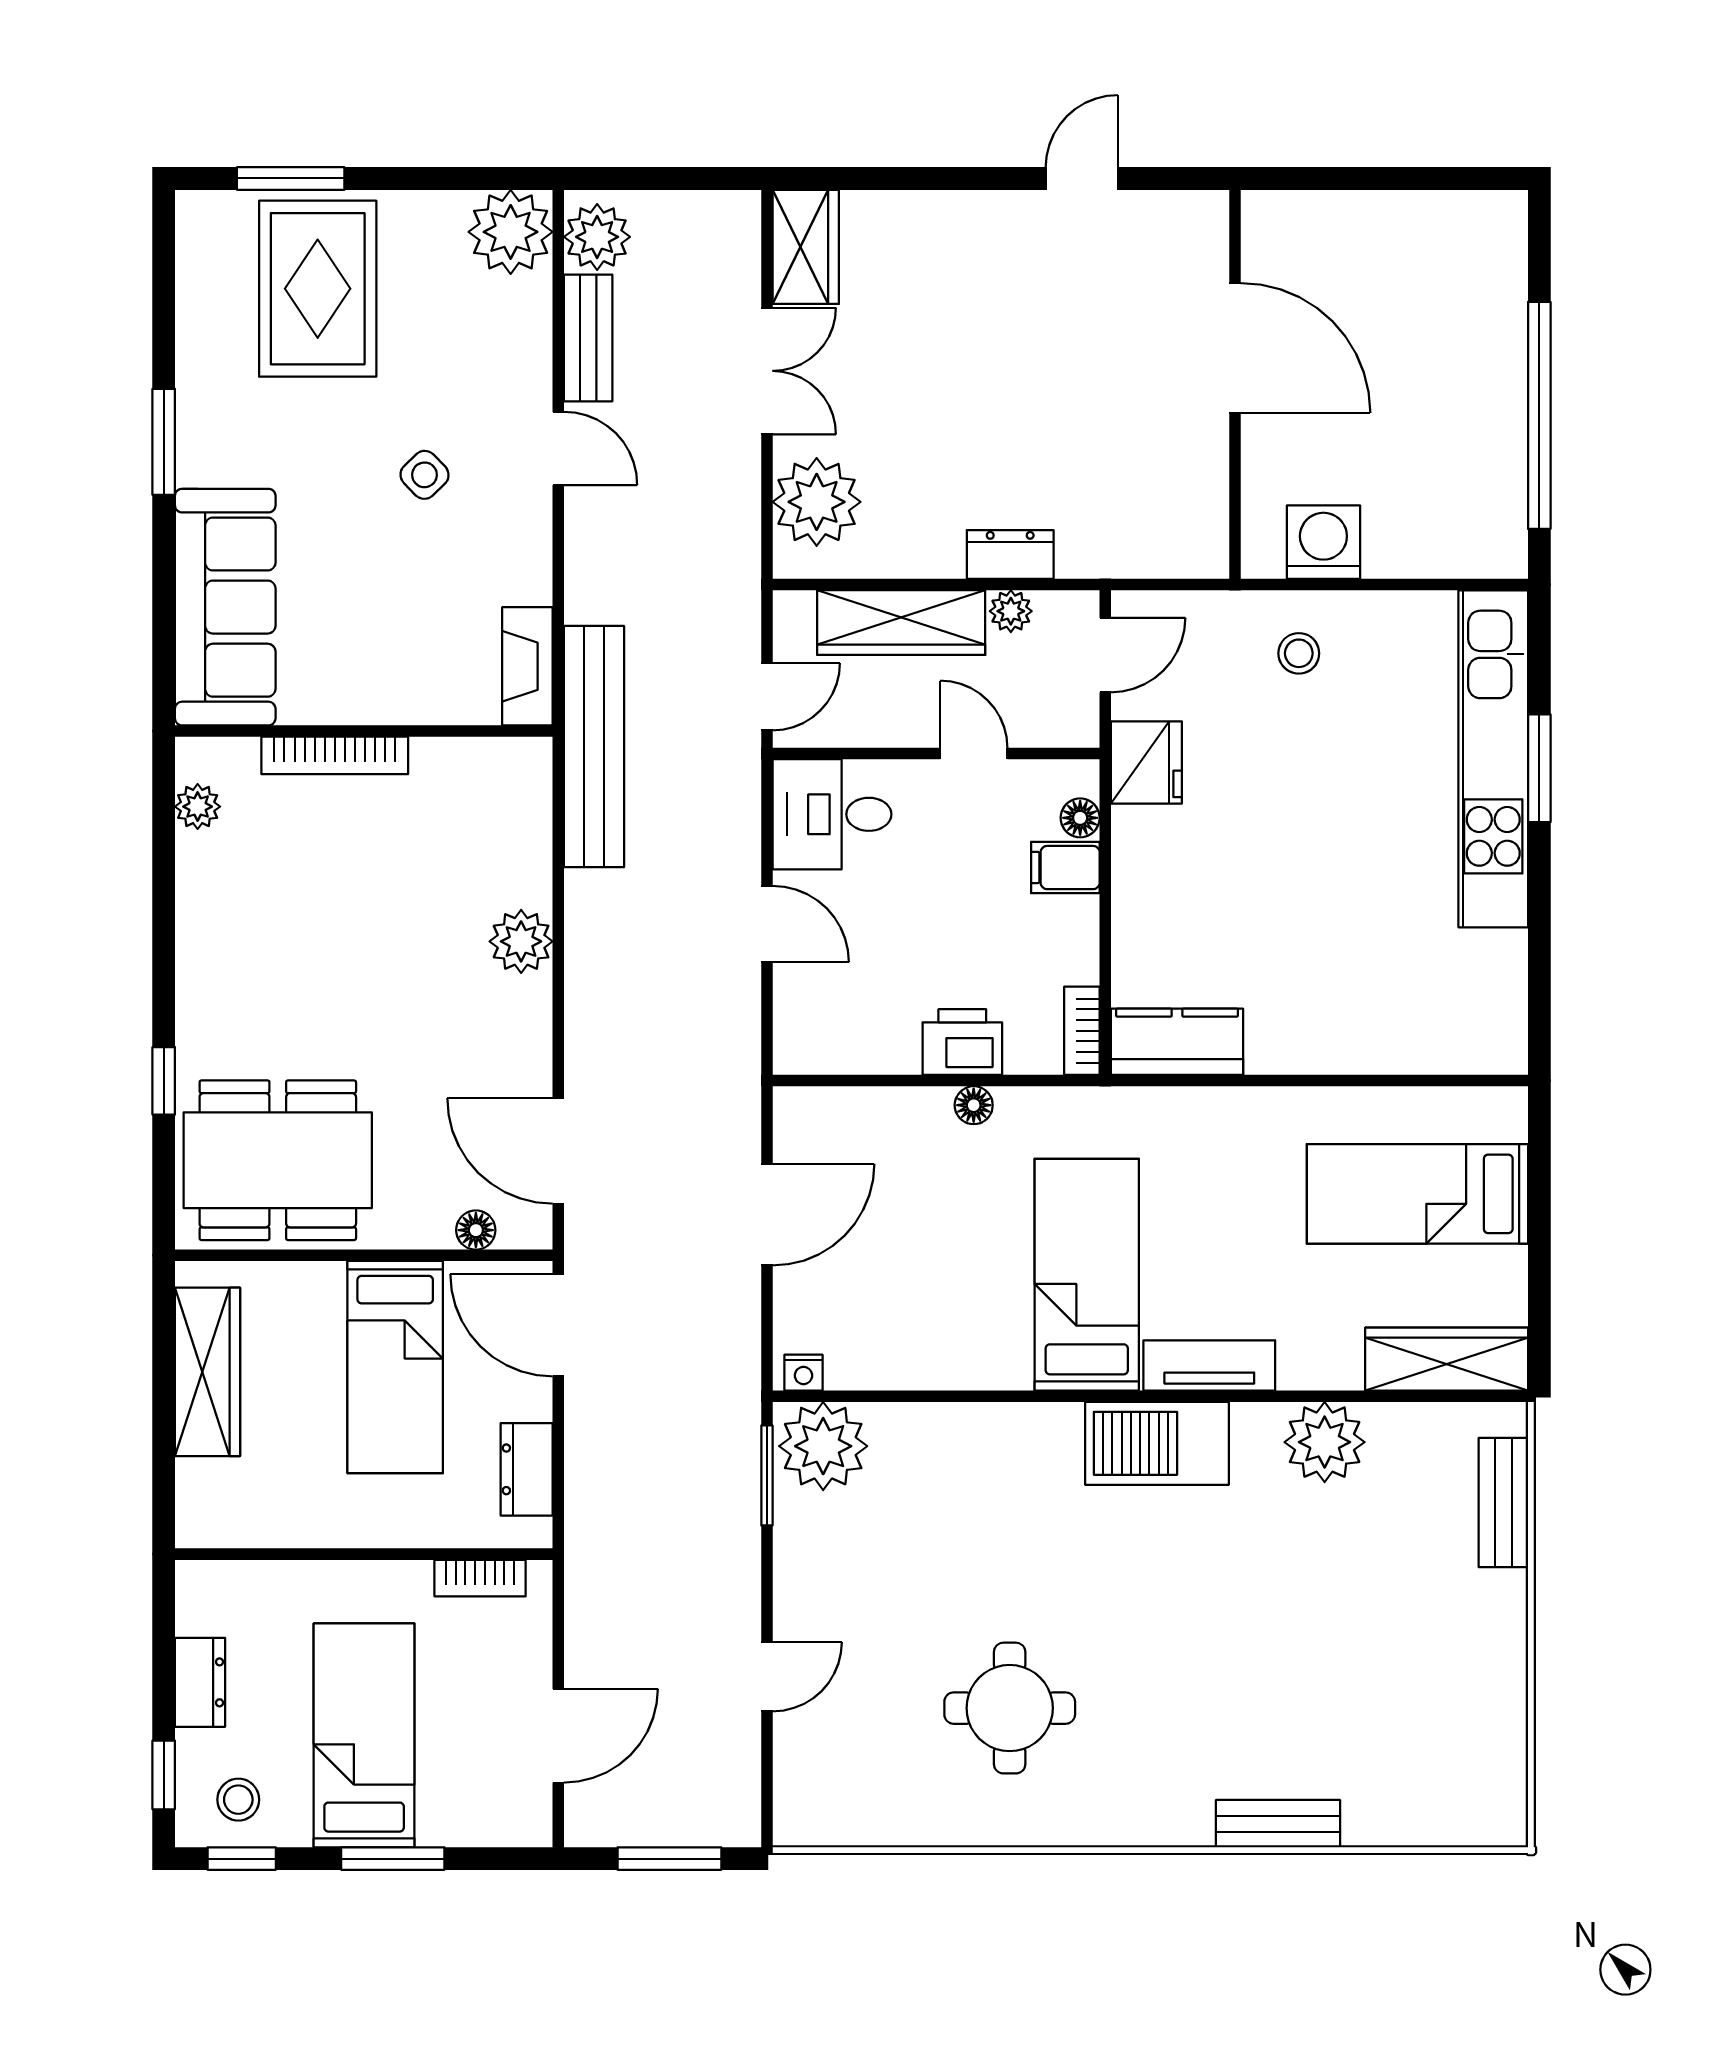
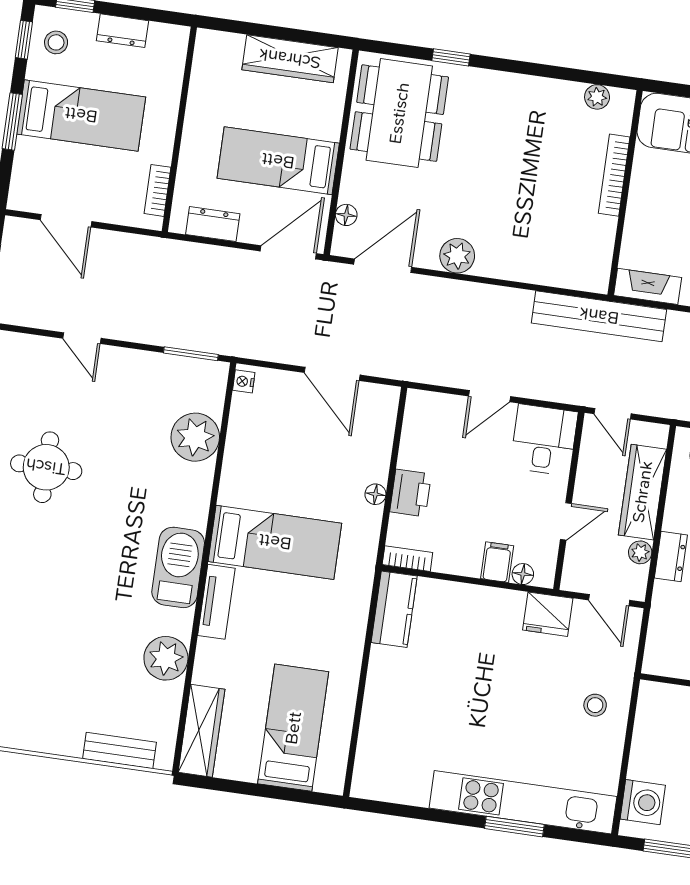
washing machine: (1323, 542) -> (643, 802), moved
plant: (521, 941) -> (457, 256), moved
plant: (823, 1446) -> (195, 437), moved

